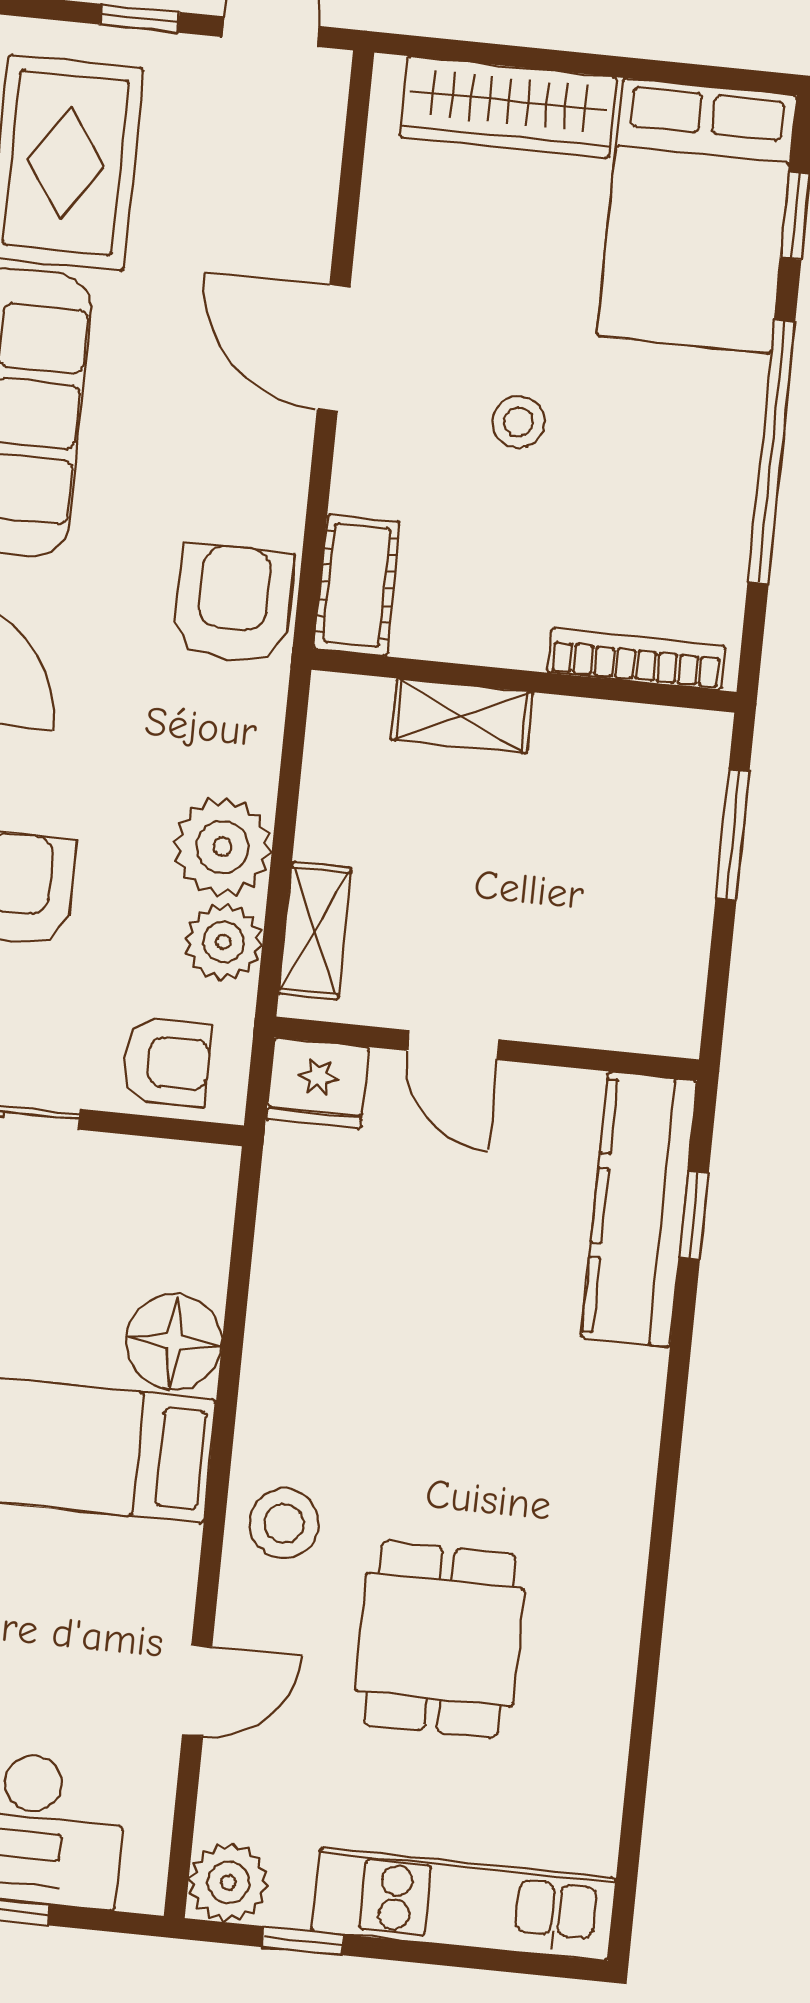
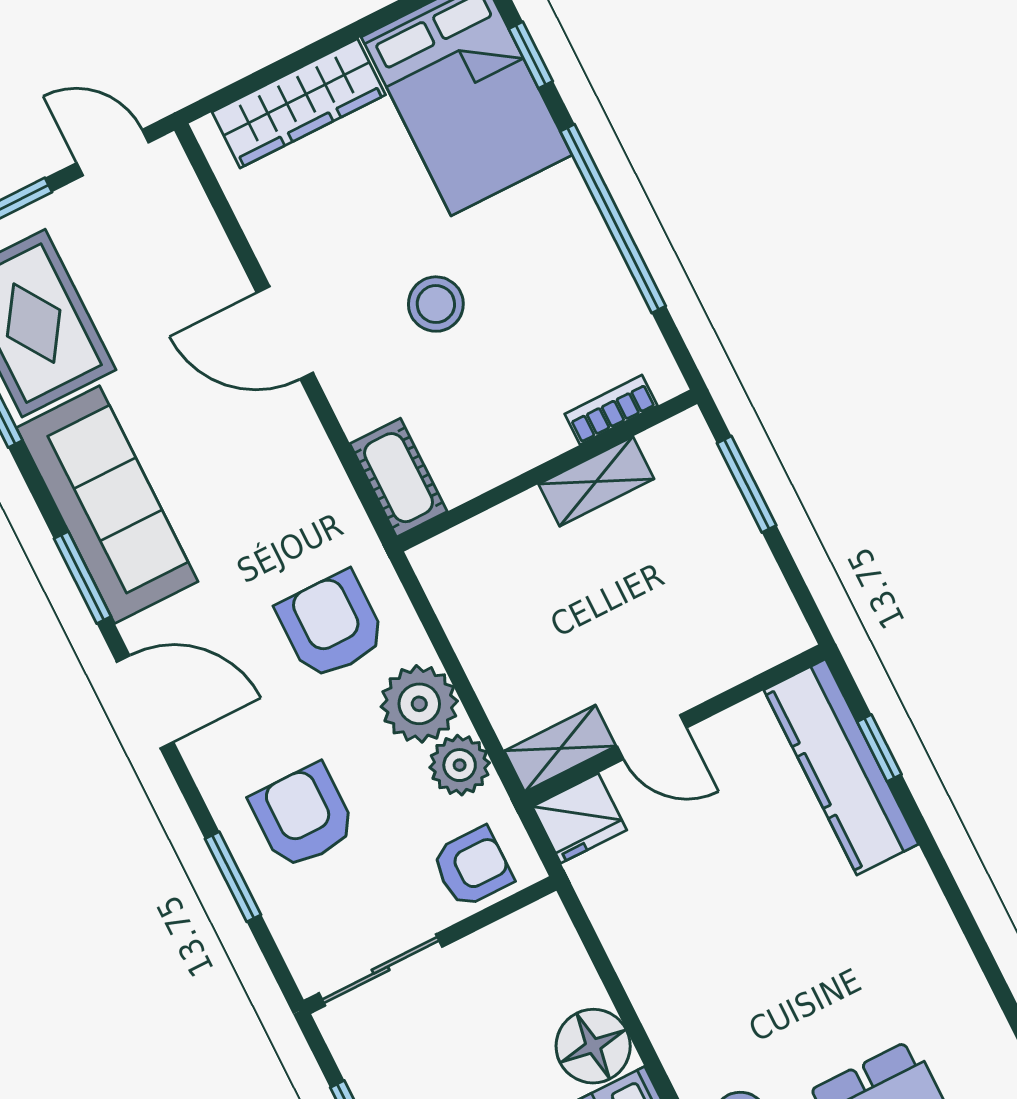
stool: (519, 422) -> (436, 304), width x1.37, depth x1.37
armchair: (233, 604) -> (331, 625), moved
bookcase: (636, 659) -> (611, 410), width x0.64
shelving: (462, 716) -> (596, 481), moved
shelving: (315, 931) -> (560, 749), moved, turned 90

